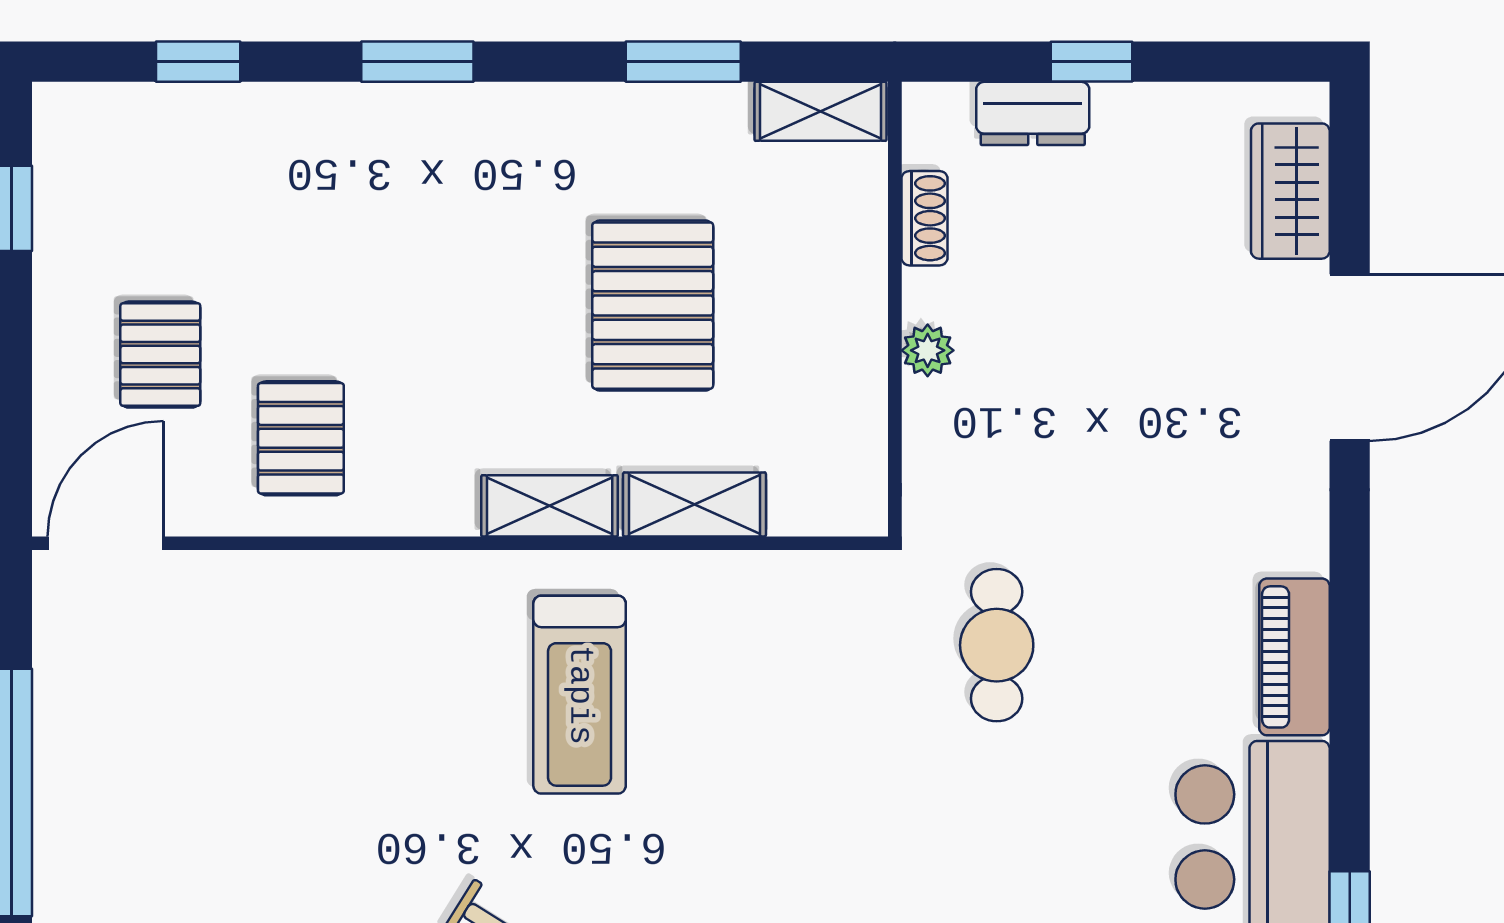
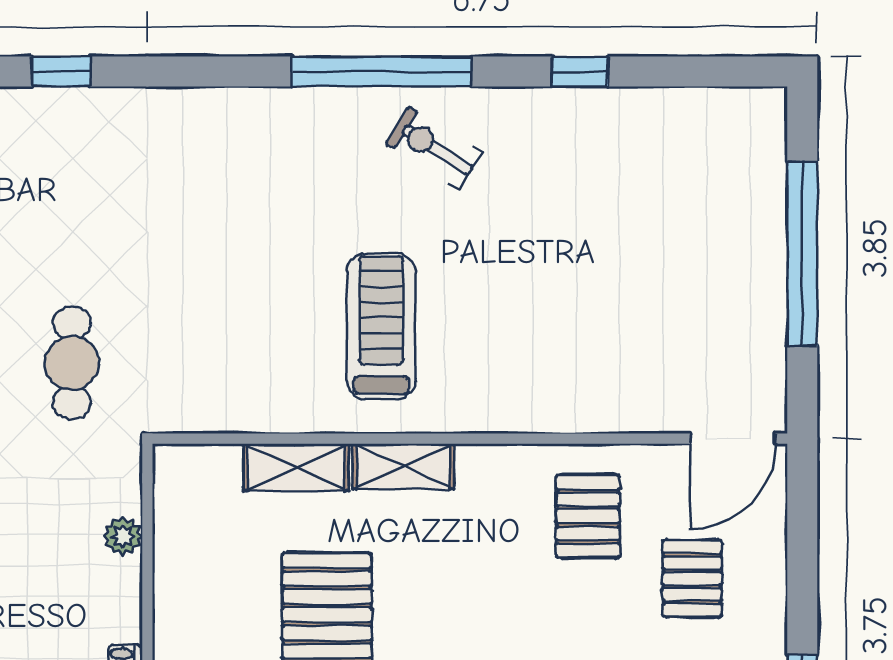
plant: (928, 350) -> (123, 536), moved

